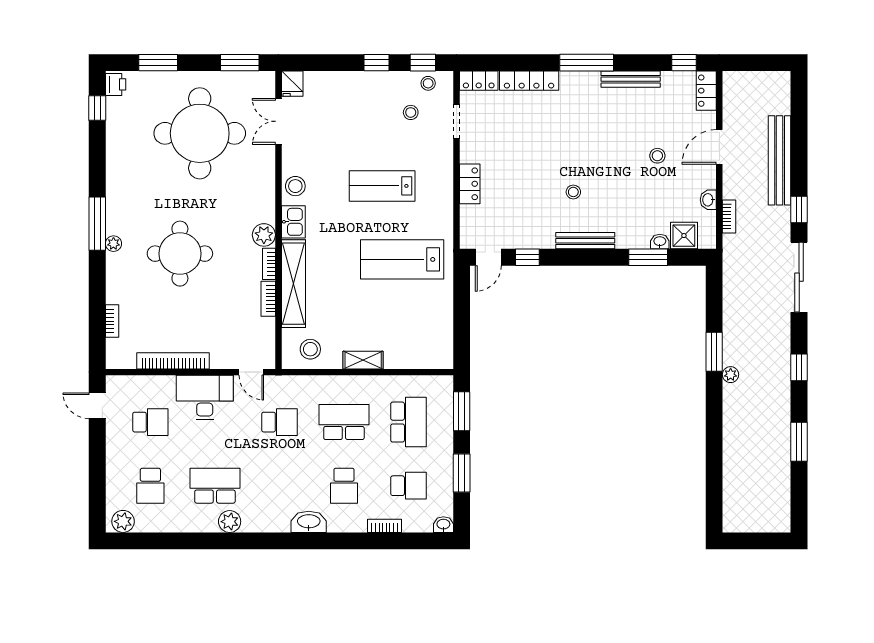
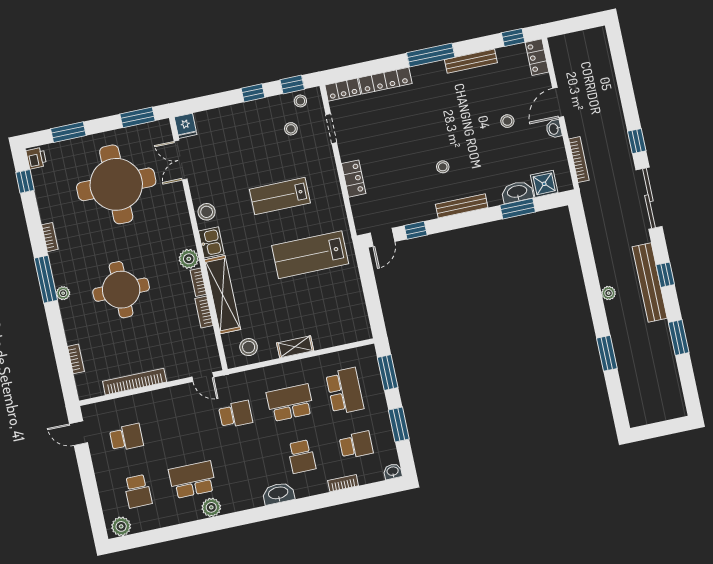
bench: (780, 160) -> (650, 283), moved
bookcase: (112, 177) -> (50, 237), added
washbasin: (708, 200) -> (554, 129), moved
bookcase: (729, 217) -> (579, 160), width x1.56
washbasin: (660, 242) -> (517, 192), width x1.91, depth x1.45
window: (714, 352) -> (607, 353), moved
desk: (205, 397) -> (168, 407), removed

